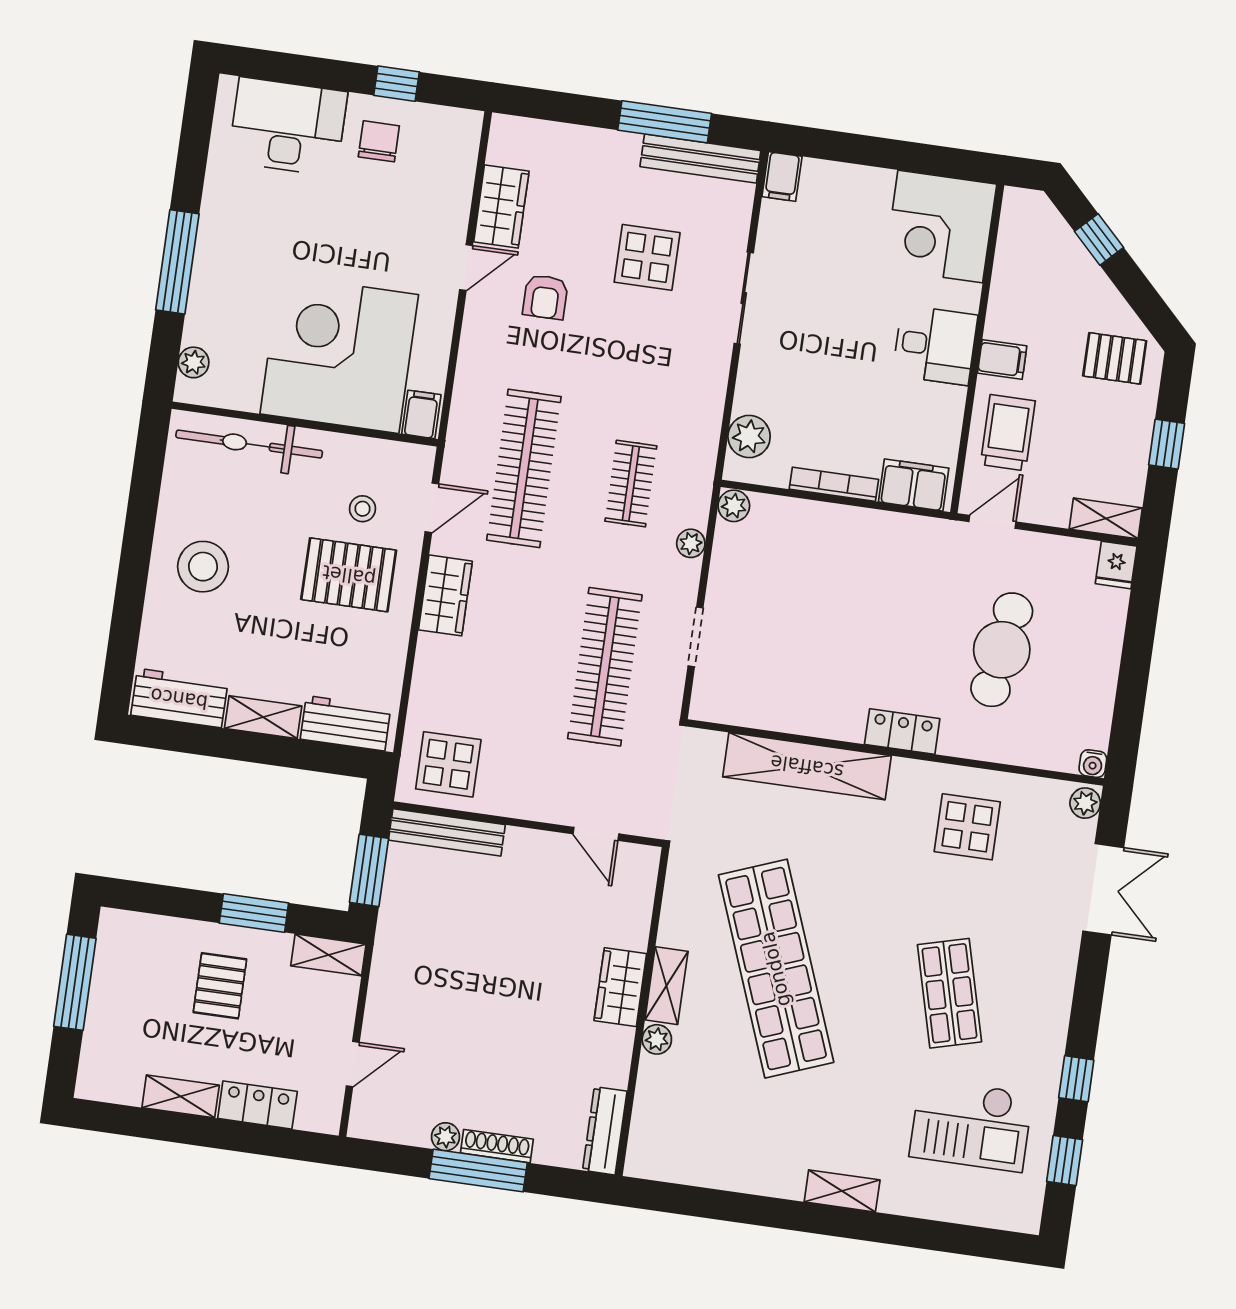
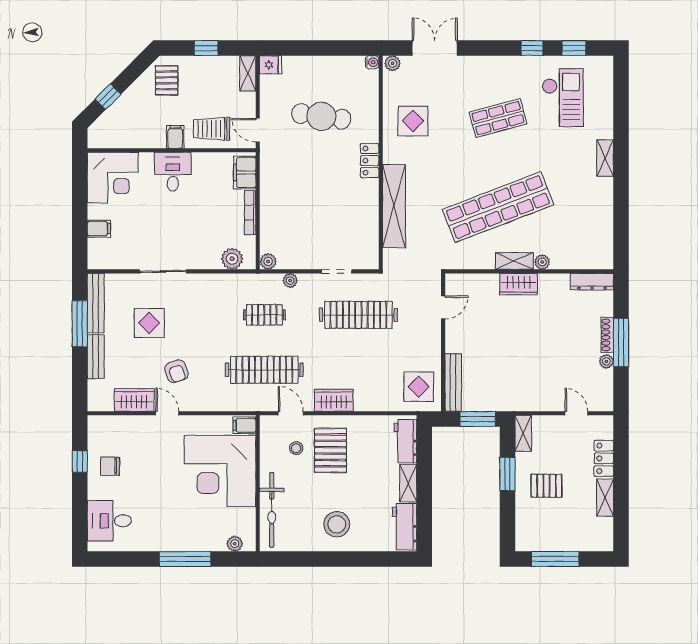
desk: (288, 127) -> (109, 521), width x0.73
bench: (596, 144) -> (96, 357), added
filing cabinet: (782, 177) -> (99, 229), moved
armchair: (545, 297) -> (176, 371), turned 70

